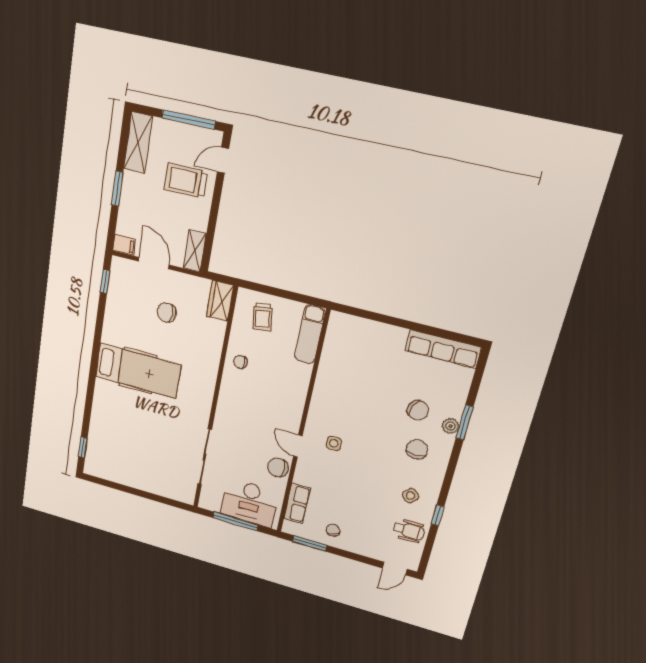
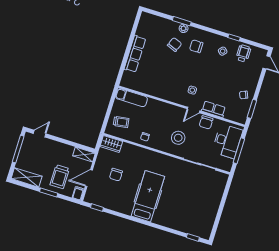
door: (223, 160) -> (40, 134), swing flipped
trolley: (186, 181) -> (60, 177), moved
row of seats: (443, 349) -> (135, 54), moved
stool: (245, 420) -> (178, 138), added
row of seats: (297, 503) -> (213, 109), moved

